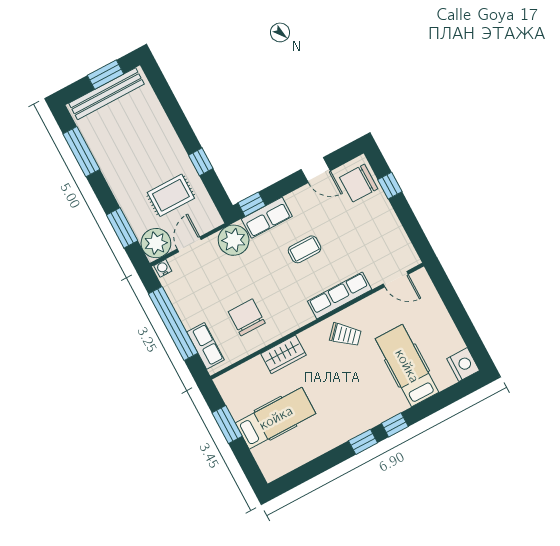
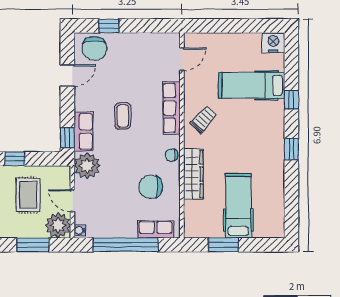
chair: (291, 321) -> (172, 155), added
wardrobe: (283, 354) -> (193, 174), width x1.50
window: (395, 425) -> (291, 100), moved

